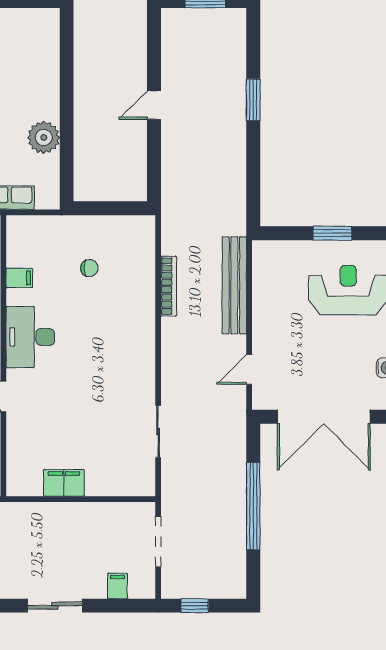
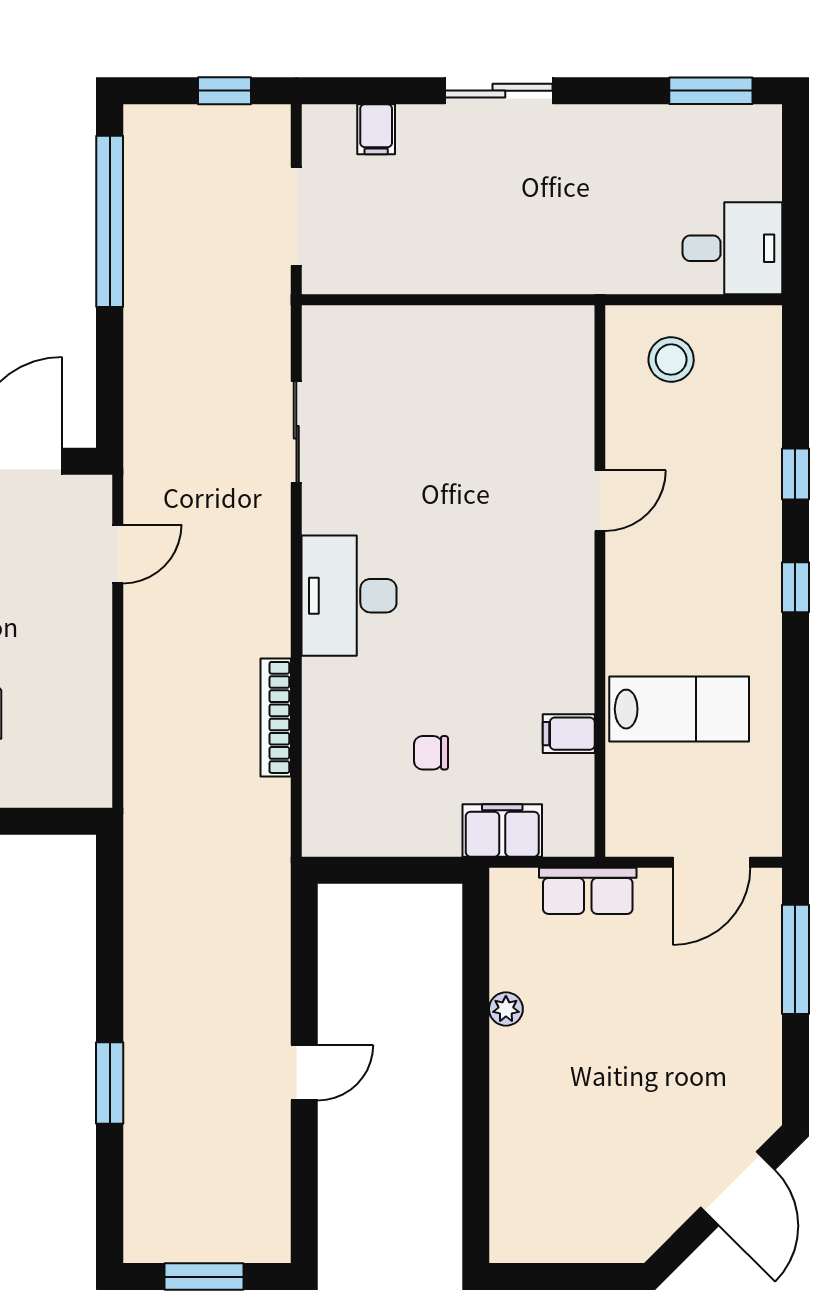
plant: (44, 137) -> (506, 1009), width x0.53, depth x0.53
bench: (234, 285) -> (147, 719), removed
desk: (30, 337) -> (349, 596), moved, turned 180
filing cabinet: (64, 483) -> (502, 831), moved, turned 180
window: (253, 506) -> (110, 221), moved

